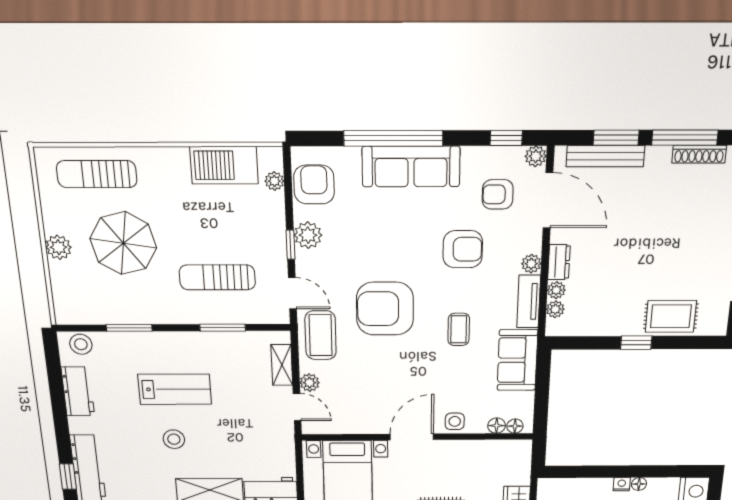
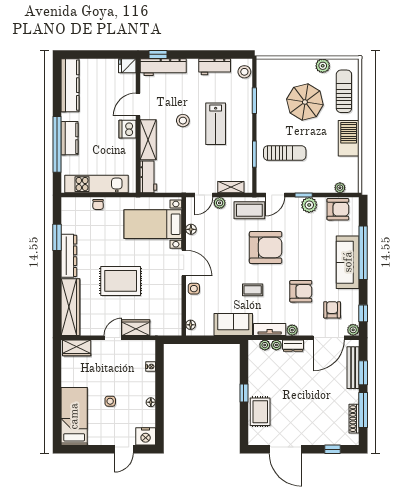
barbecue: (224, 165) -> (349, 138), moved
plant: (59, 247) -> (323, 66), moved
armchair: (463, 249) -> (301, 291), turned -90
sun lounger: (217, 277) -> (285, 153), turned 90
armchair: (385, 309) -> (266, 247), turned 90
floor lamp: (497, 426) -> (191, 229), moved
nightstand: (622, 484) -> (151, 367), moved

